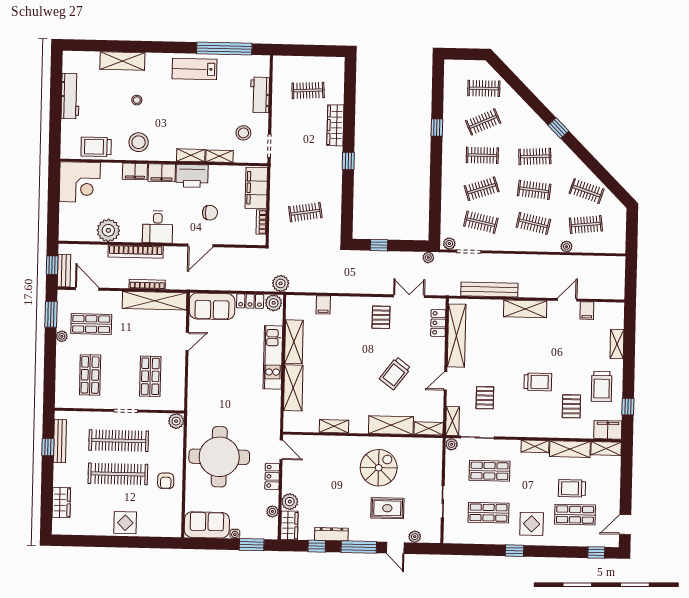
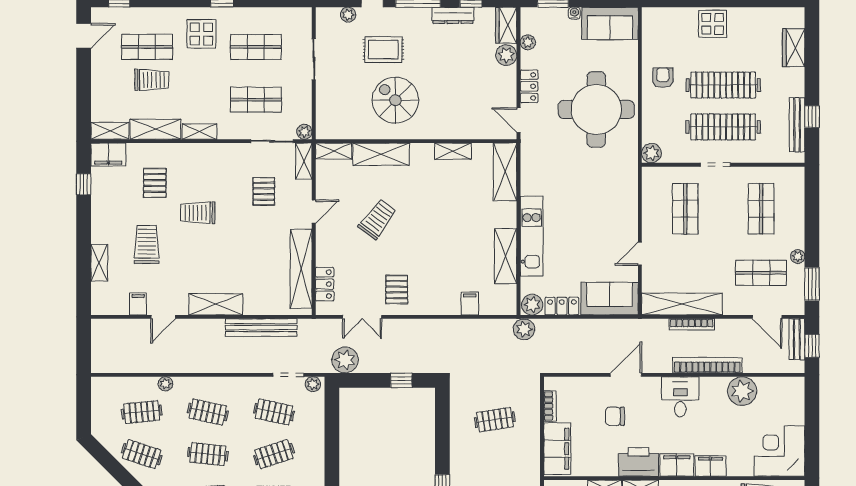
plant: (428, 258) -> (345, 360), width x1.88, depth x1.88
trolley: (602, 386) -> (147, 244), moved
shelving: (293, 388) -> (505, 172), moved
spiral stairs: (379, 468) -> (395, 100), turned 90

